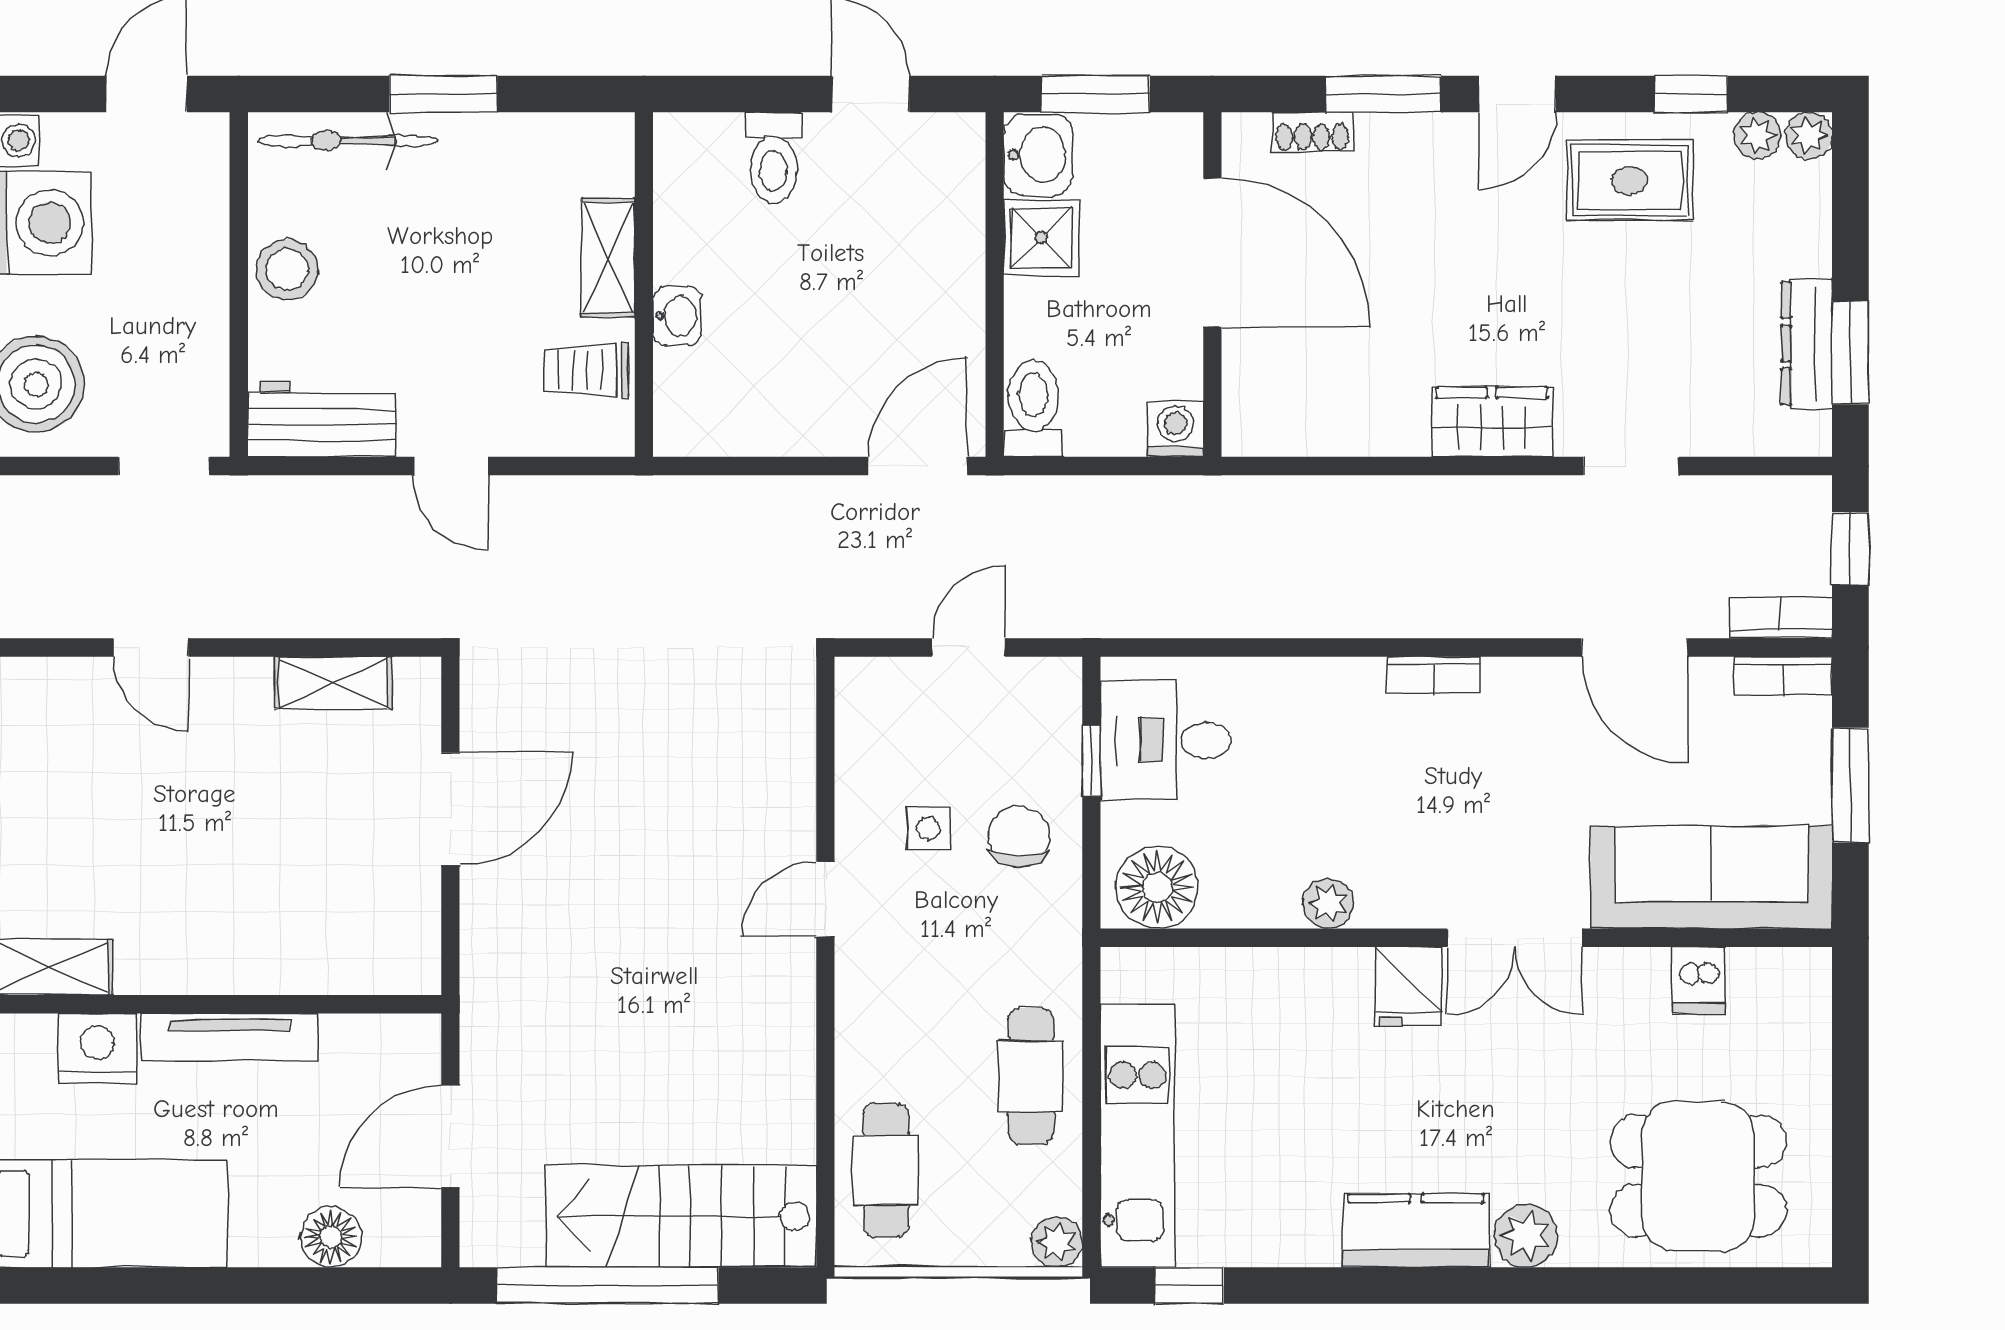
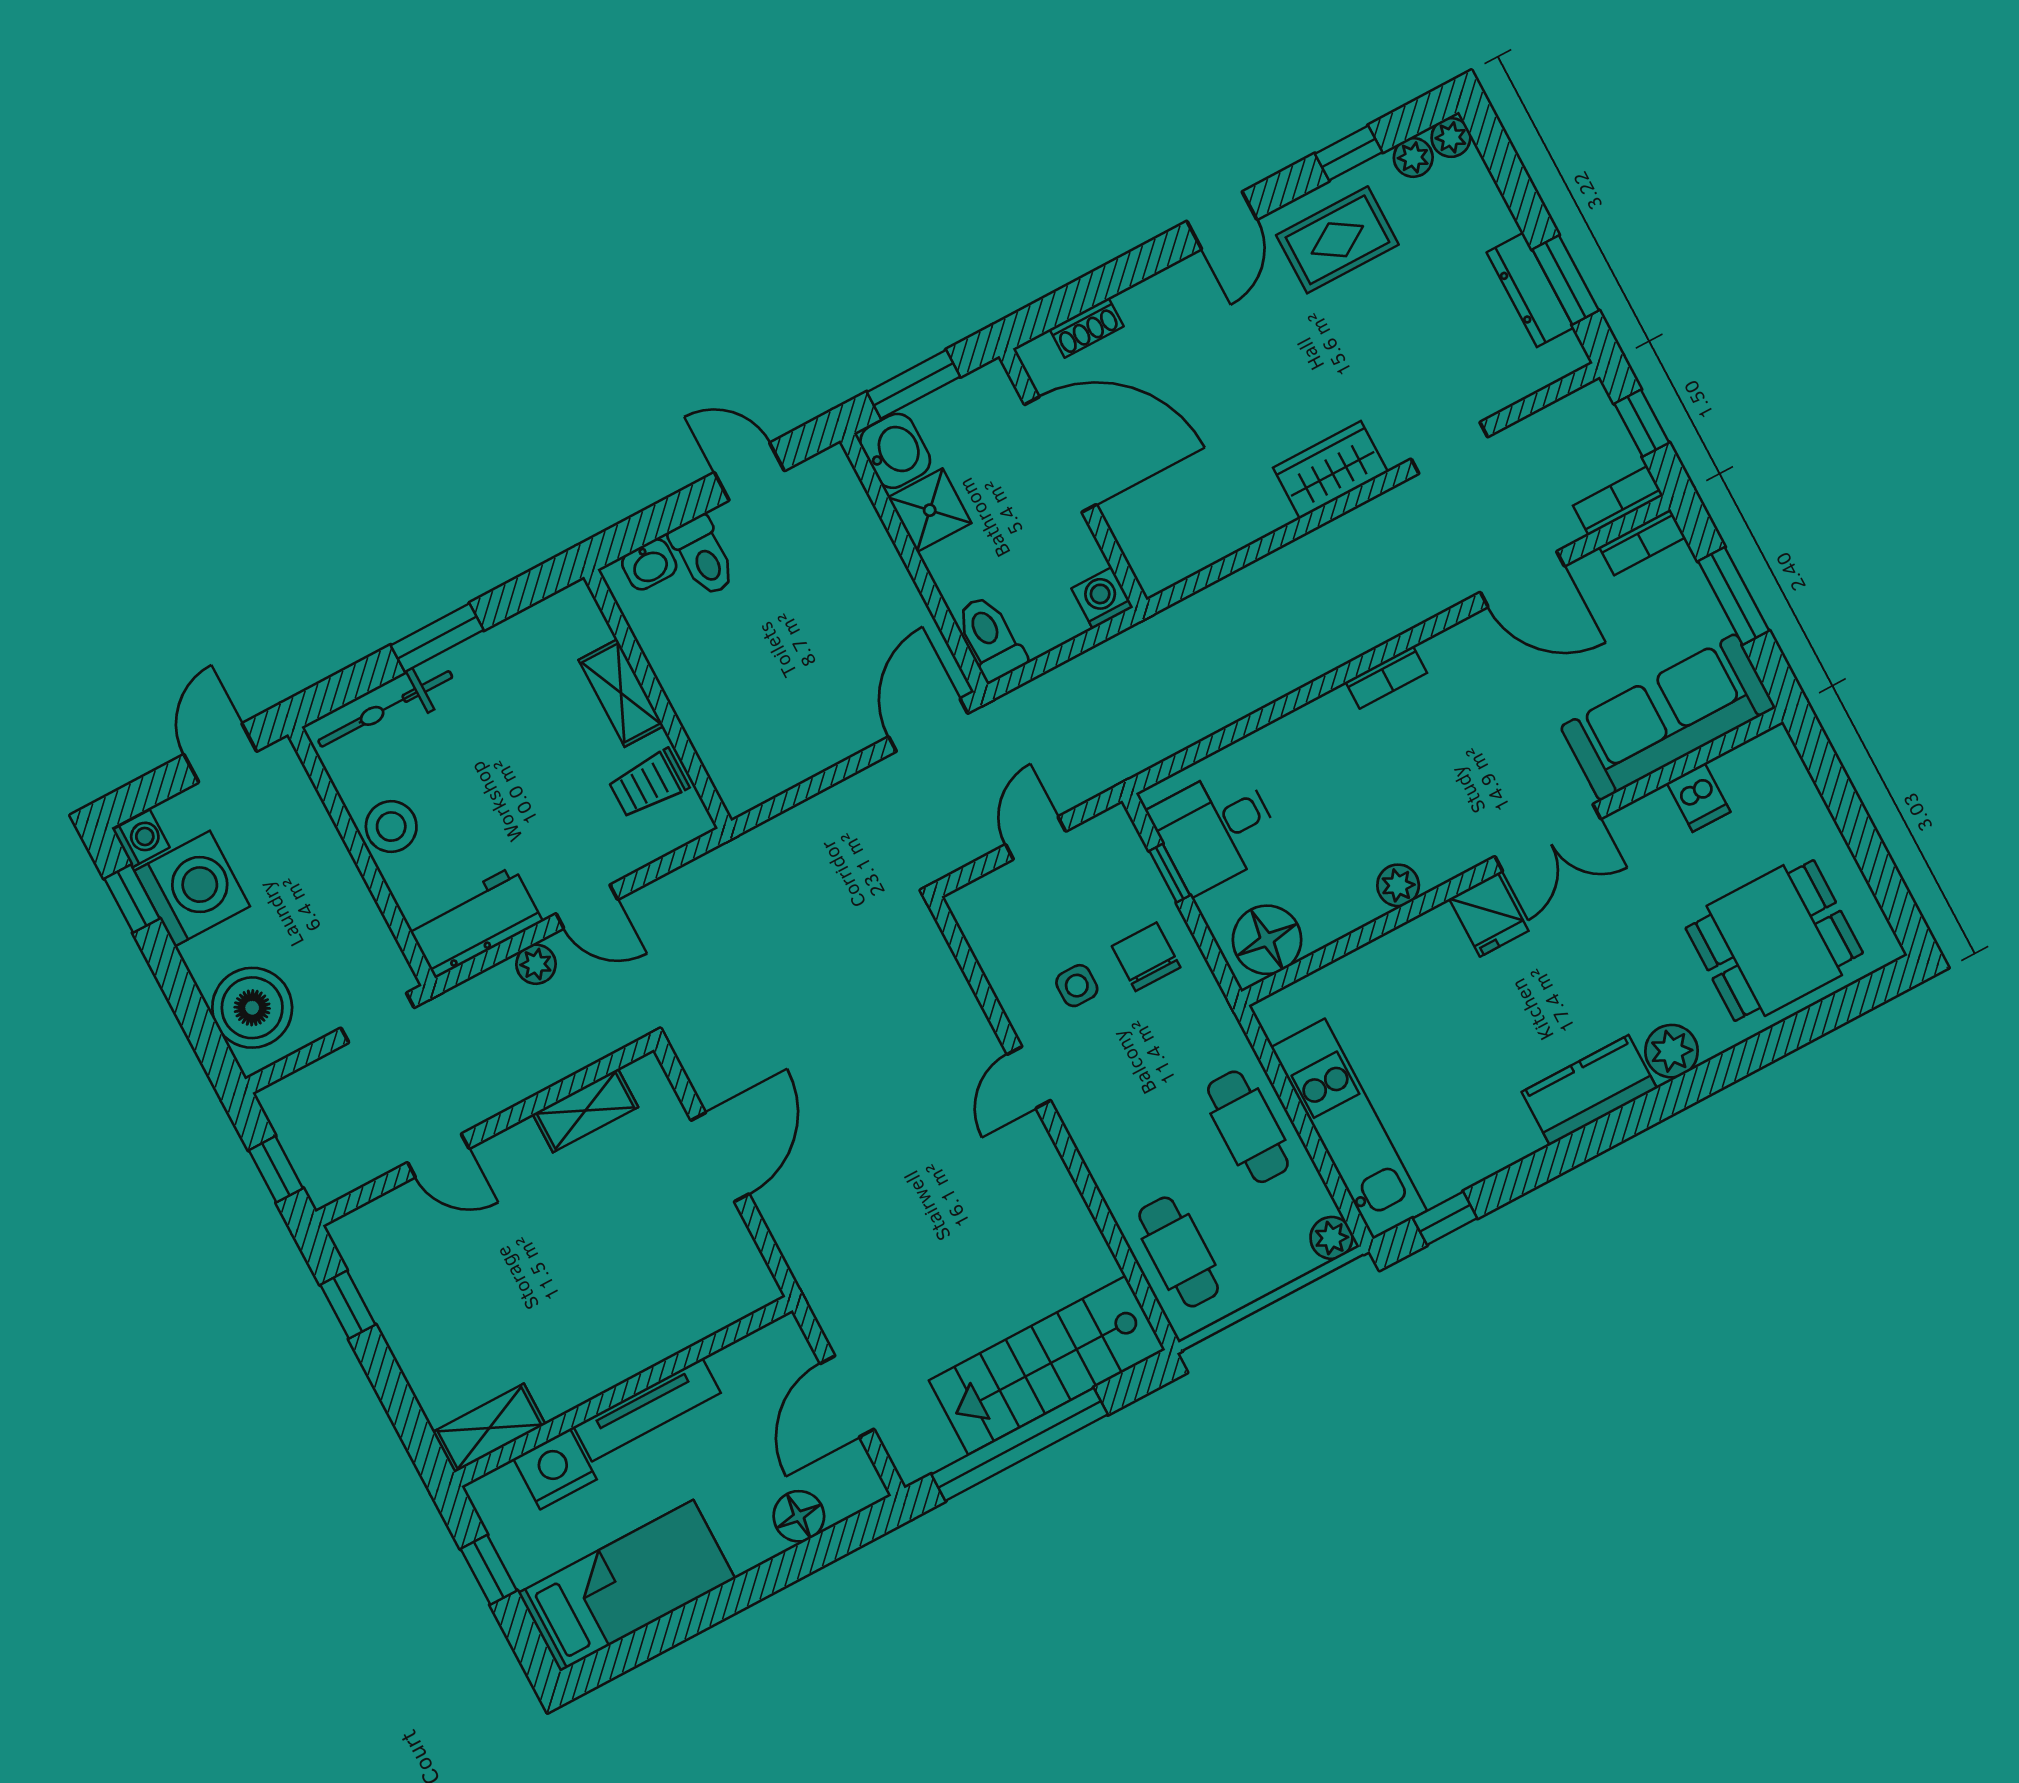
window: (1383, 94) -> (1124, 272), removed
washbasin: (677, 316) -> (649, 564), moved, turned 90
plant: (364, 499) -> (536, 964), added

